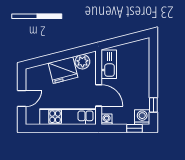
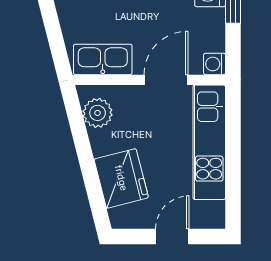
fridge: (63, 70) -> (121, 178), moved
door: (22, 99) -> (172, 236), hinge flipped

